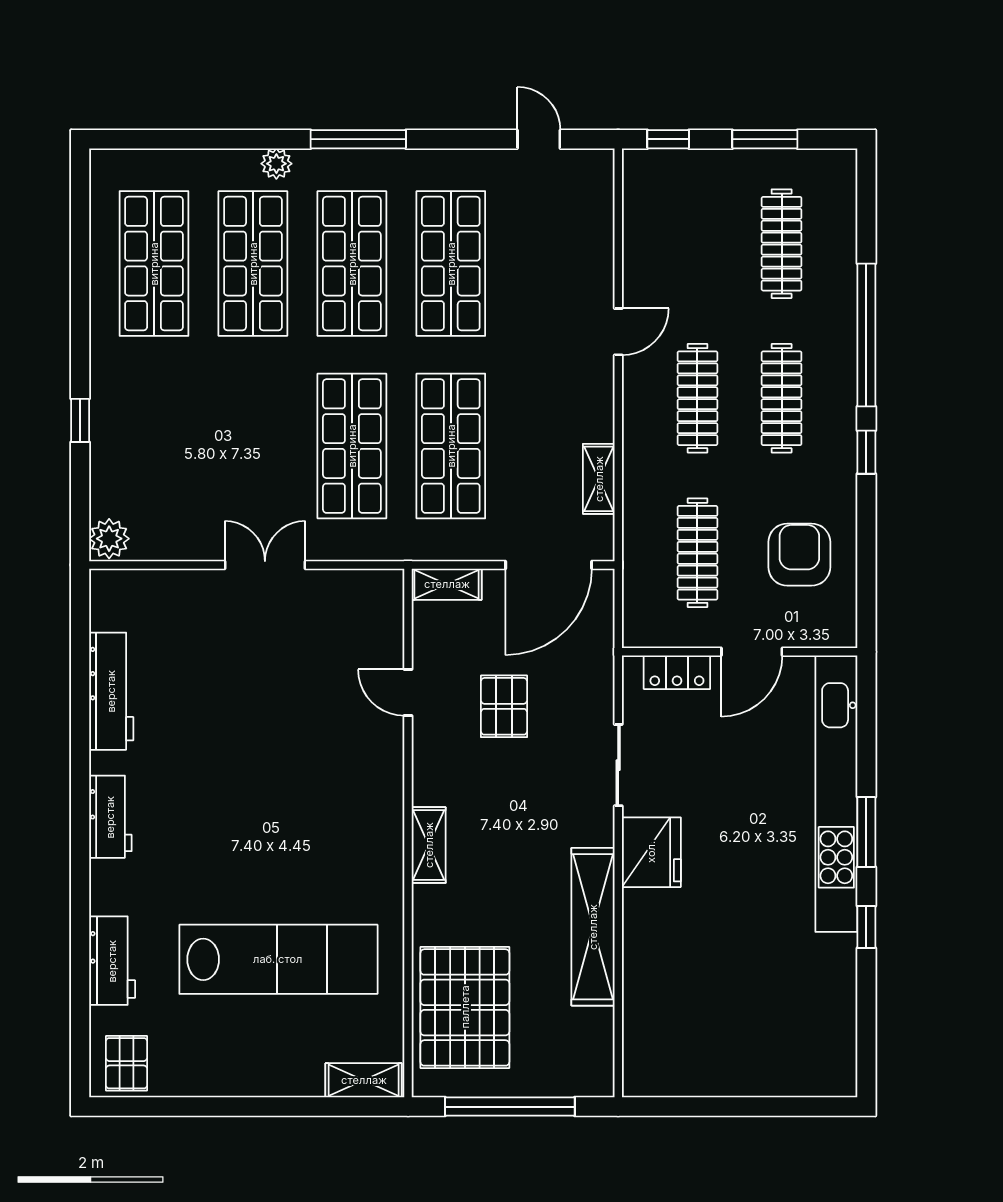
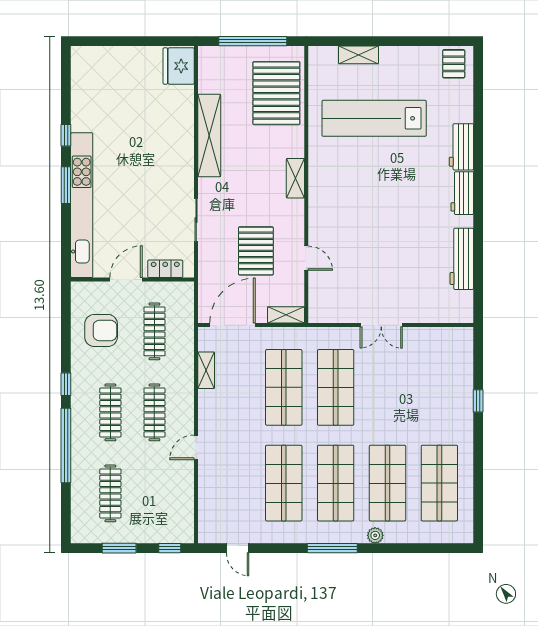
plant: (109, 539) -> (463, 339), removed
armchair: (799, 555) -> (101, 330), turned -90
pallet: (504, 706) -> (256, 251), width x1.50, depth x1.42
fridge: (651, 852) -> (179, 66), moved
workbench: (112, 961) -> (461, 147), moved
shelving: (364, 1080) -> (358, 55), moved

